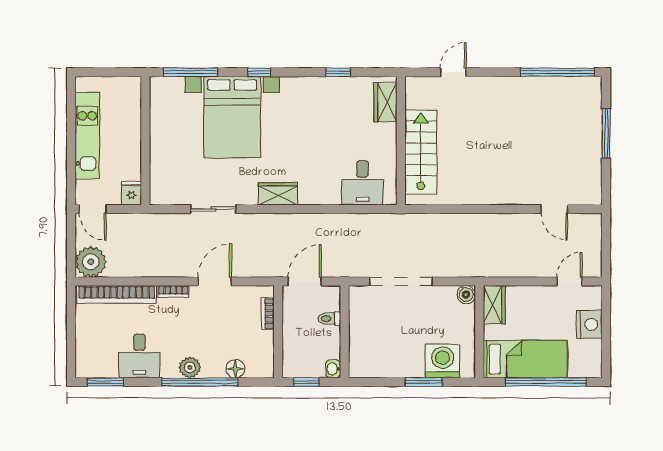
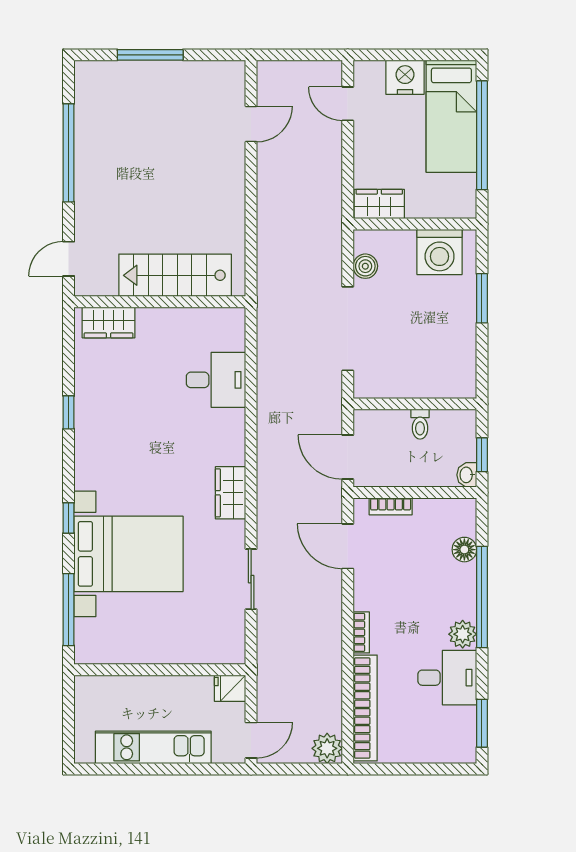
door: (453, 72) -> (69, 259), hinge flipped
window: (558, 72) -> (69, 153), moved
wardrobe: (385, 102) -> (109, 323), moved
wall: (401, 141) -> (160, 302), moved
stairs: (421, 152) -> (175, 275), moved
plant: (91, 262) -> (327, 748), width x0.73, depth x0.73
door: (215, 281) -> (348, 546), moved
boiler: (466, 295) -> (365, 266), moved
toilet: (329, 319) -> (420, 424), moved
bed: (525, 359) -> (451, 116), moved, turned 180
washing machine: (443, 361) -> (440, 252), moved, turned -90
plant: (190, 367) -> (463, 634), moved
washbasin: (333, 369) -> (467, 475), moved, turned 90

